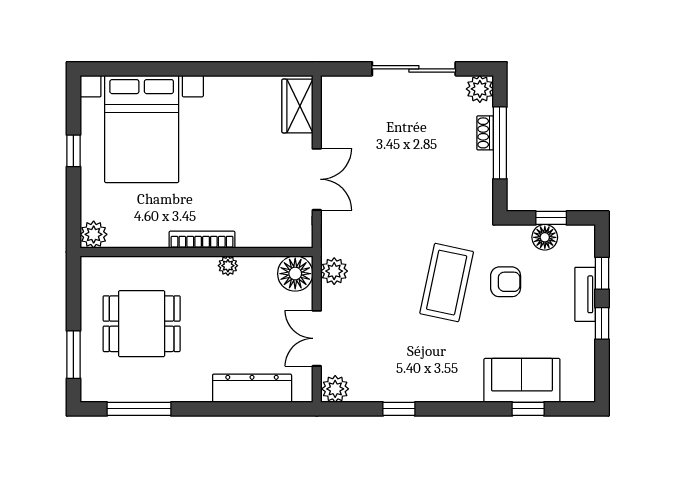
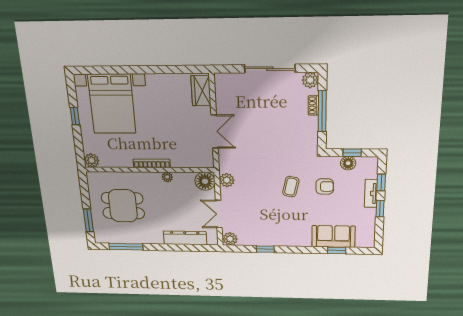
coffee table: (447, 283) -> (291, 187), width x0.54, depth x0.58

